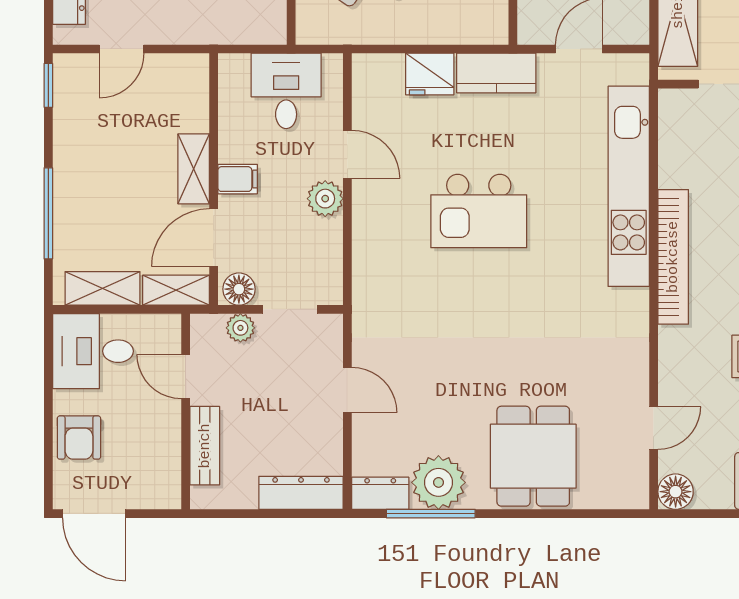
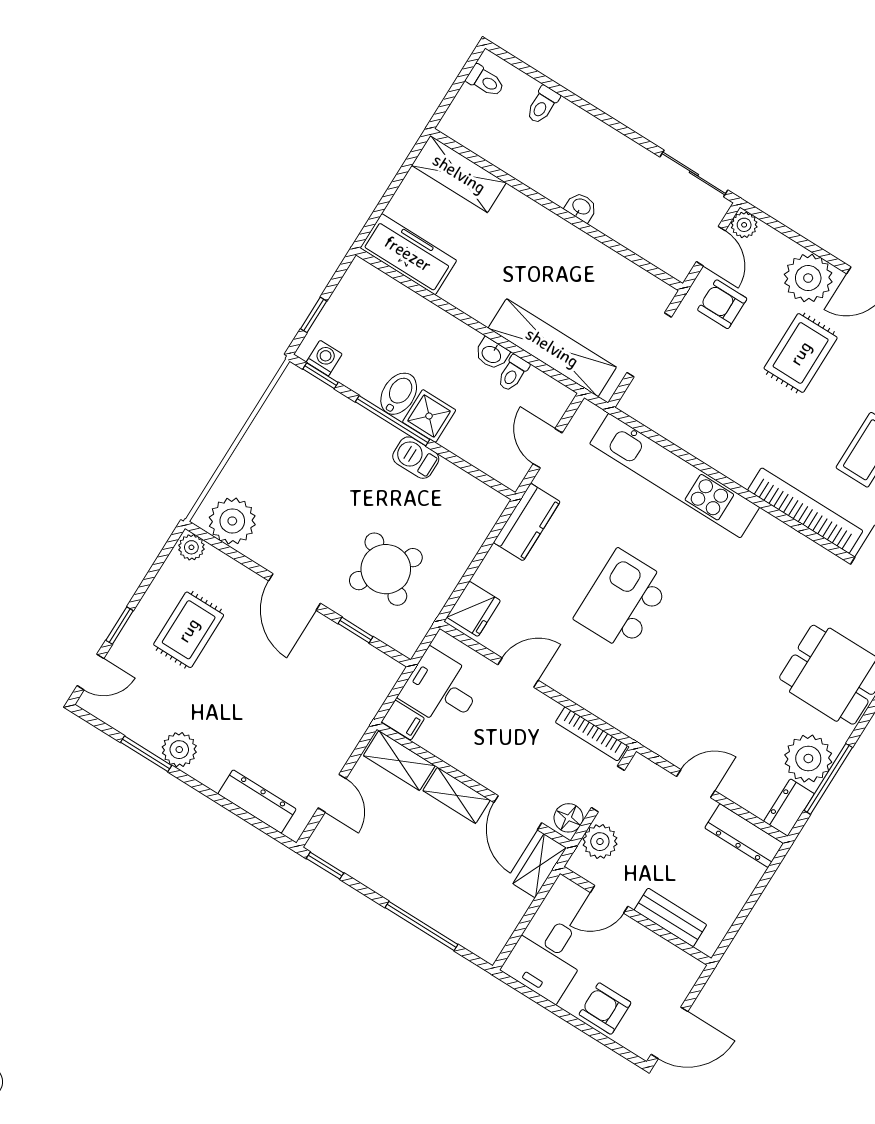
fridge: (430, 74) -> (474, 609), moved
filing cabinet: (238, 179) -> (403, 720), moved, turned 90
plant: (325, 199) -> (541, 710), removed
kitchen island: (479, 211) -> (623, 600), turned 180
bookcase: (673, 257) -> (805, 511), moved
bookcase: (333, 261) -> (591, 734), added
shelving: (103, 288) -> (399, 761), moved, turned 90
plant: (240, 328) -> (600, 842), width x1.38, depth x1.38
armchair: (79, 438) -> (605, 1009), turned 180
dresser: (301, 493) -> (744, 836), moved, turned -90

